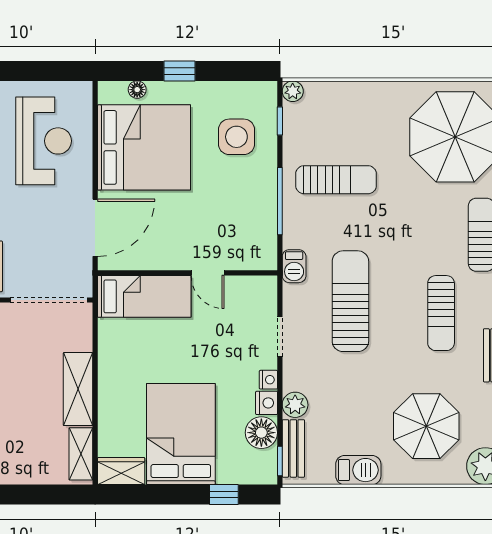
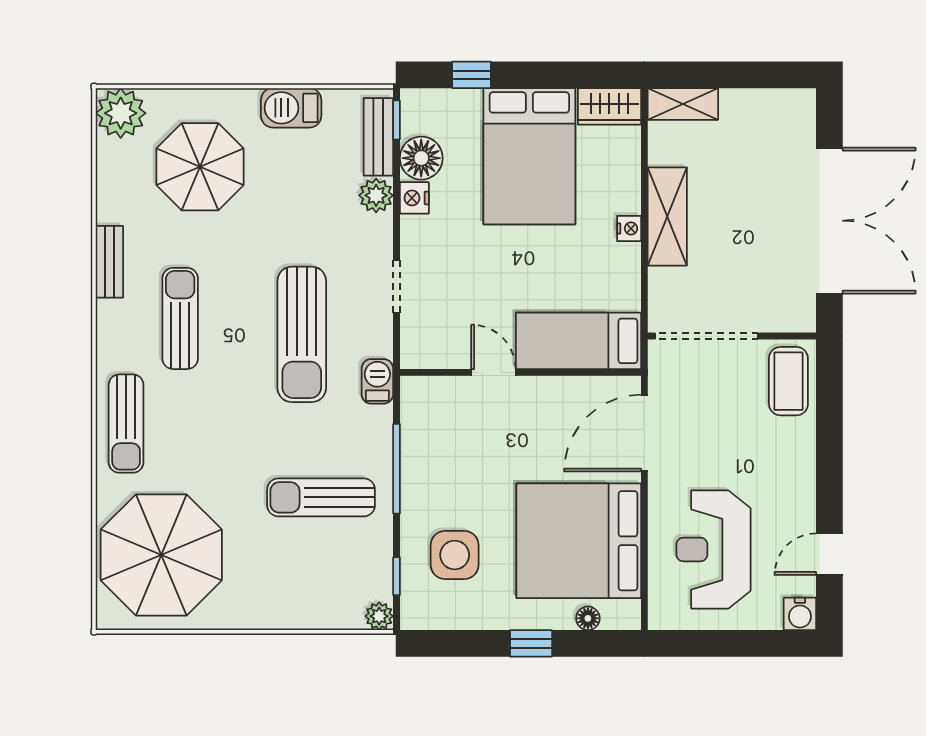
nightstand: (268, 380) -> (629, 229), moved, turned 180
shelving: (81, 454) -> (683, 104), moved, turned 90

